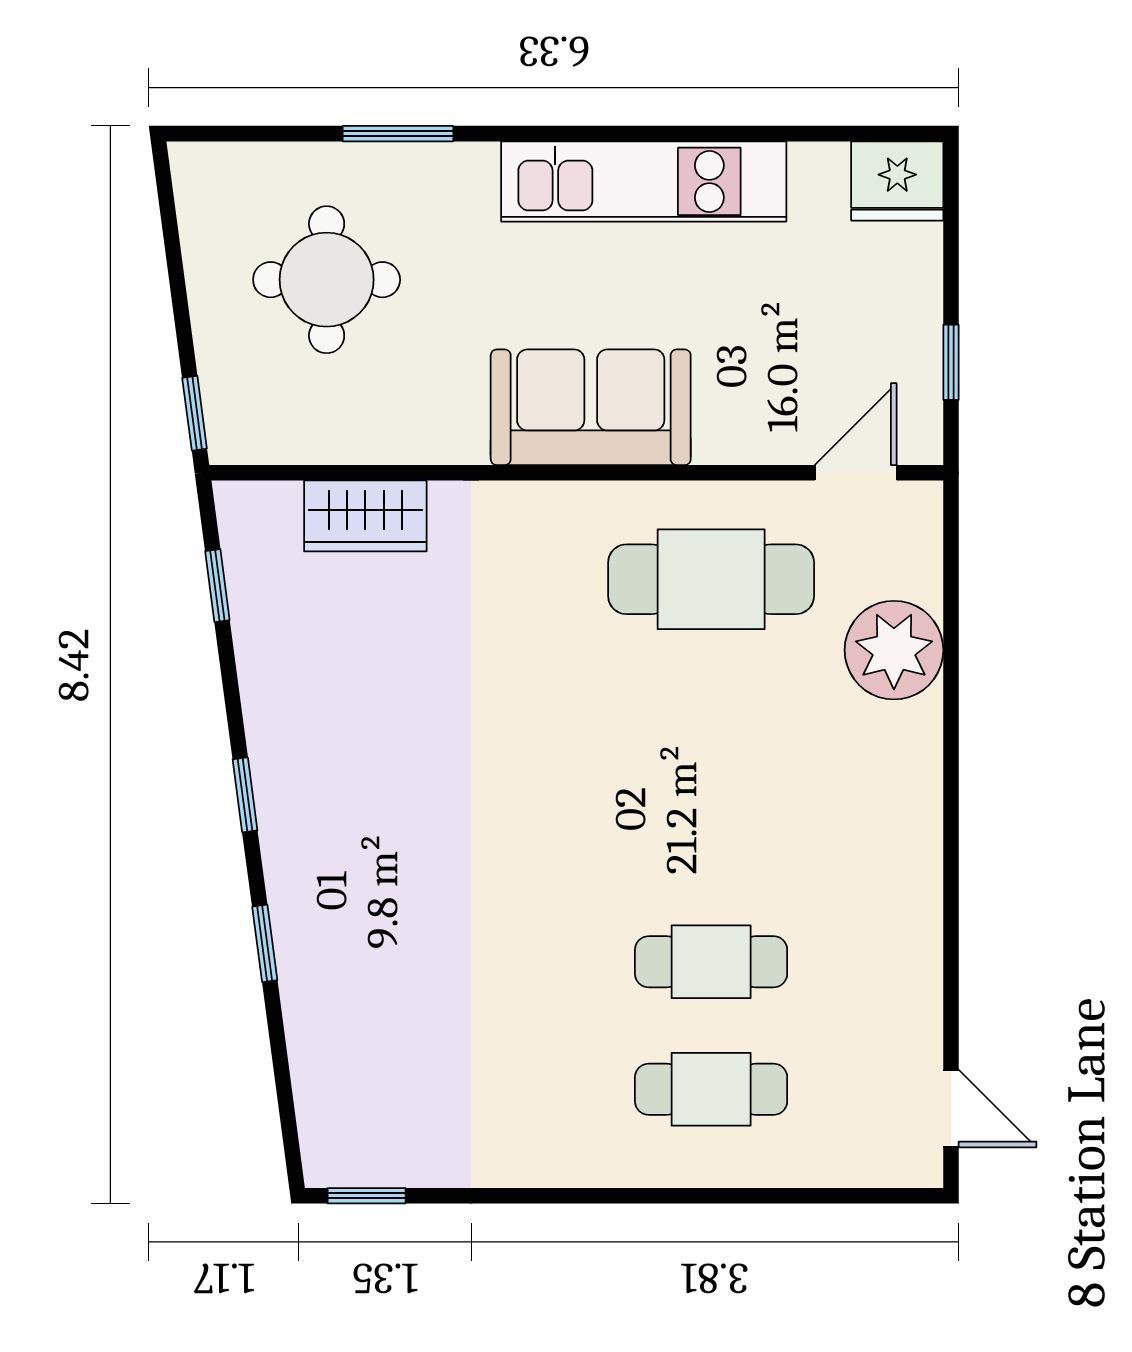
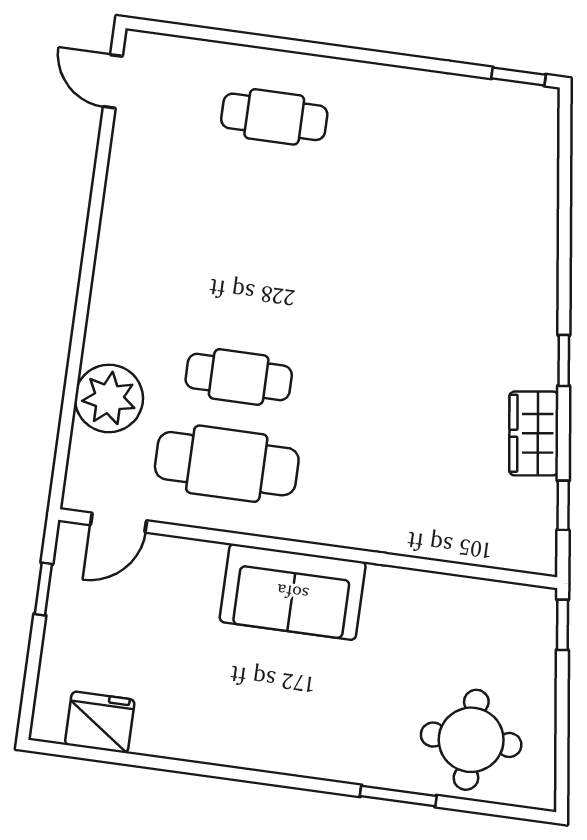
kitchen unit: (644, 181) -> (235, 740), removed
fridge: (897, 181) -> (100, 722), moved
round table: (327, 280) -> (471, 740), moved
wardrobe: (365, 516) -> (534, 433), moved, turned -98
window: (265, 943) -> (564, 258), removed
cafe table: (711, 962) -> (239, 377), moved

